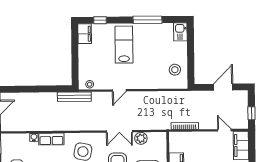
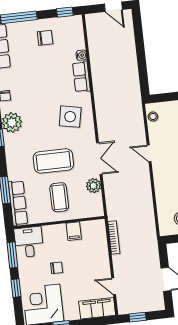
bench: (74, 97) -> (136, 99), removed
door: (224, 130) -> (114, 286), swing flipped
double door: (119, 131) -> (99, 158), swing flipped

